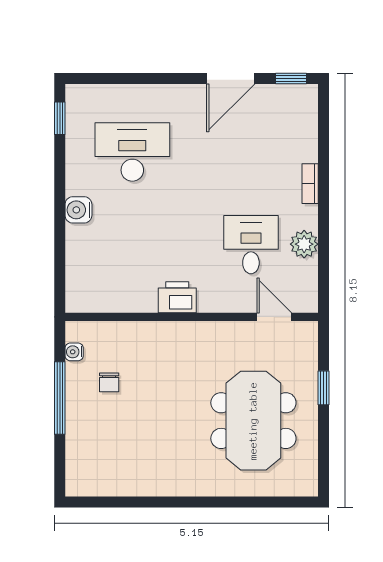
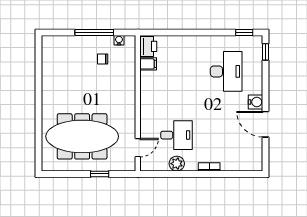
window: (291, 78) -> (266, 52), moved
water cooler: (78, 210) -> (256, 102), moved, turned 90
filing cabinet: (118, 297) -> (148, 64), added
printer: (177, 297) -> (148, 46), moved
meeting table: (253, 421) -> (82, 136), width x1.36

